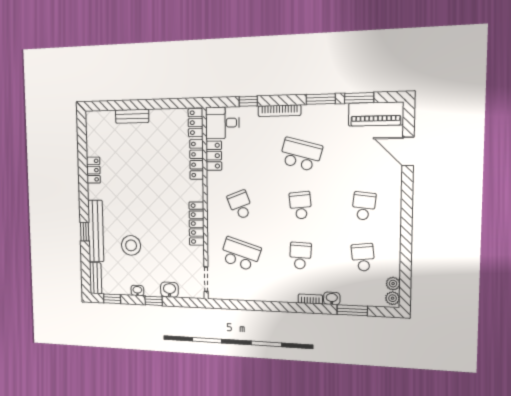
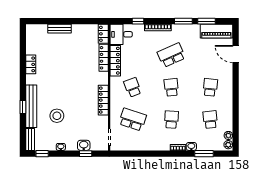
school desk: (301, 154) -> (171, 55), turned -39
locker: (214, 156) -> (115, 61), width x1.53
window: (154, 301) -> (86, 154), moved

